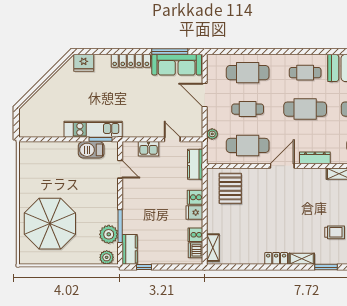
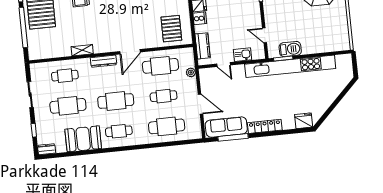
kitchen unit: (93, 129) -> (290, 66), width x1.86

